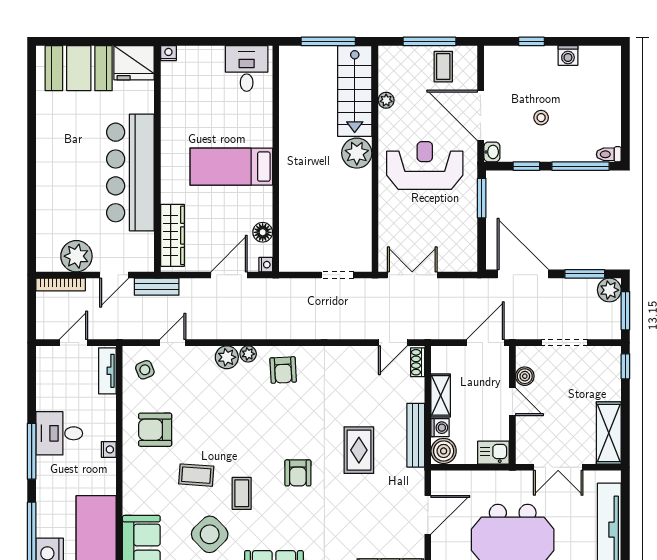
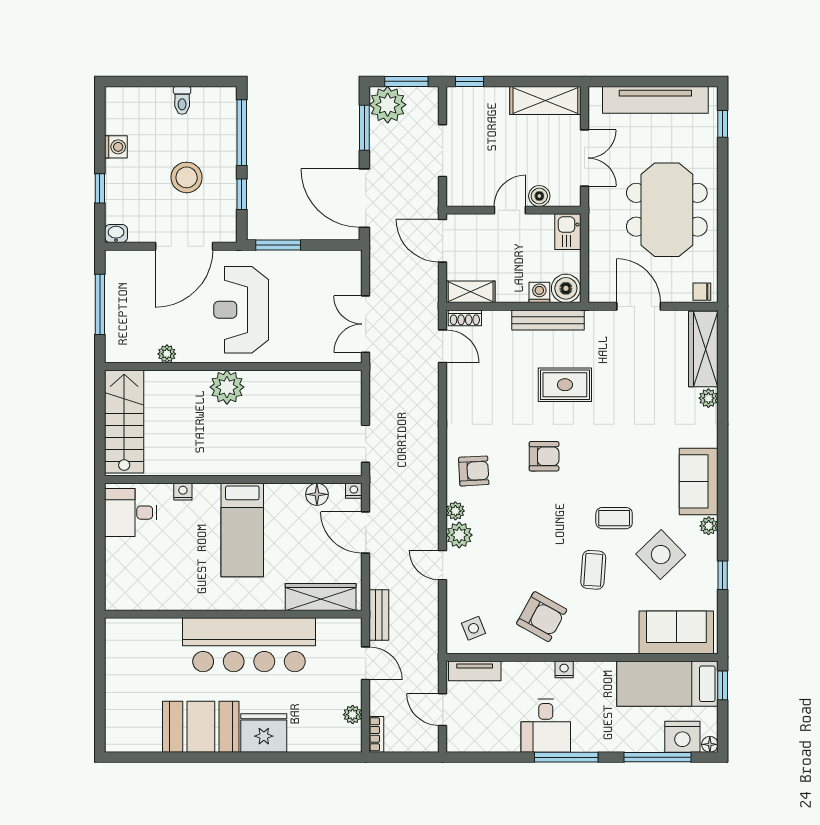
window: (328, 41) -> (100, 420), removed
nightstand: (168, 53) -> (183, 492), moved, turned 90
fridge: (134, 63) -> (264, 733), moved, turned -90
coffee table: (443, 67) -> (128, 289), removed
booth: (79, 68) -> (201, 727), moved, turned 90
stairs: (355, 91) -> (124, 422), moved, turned -90
stool: (541, 118) -> (187, 177), width x1.89, depth x1.89
washbasin: (492, 152) -> (116, 233), moved
toilet: (609, 154) -> (182, 100), moved
plant: (76, 256) -> (353, 715), width x0.53, depth x0.53
door: (523, 274) -> (364, 198), hinge flipped
doorway: (337, 275) -> (366, 444), moved
bookcase: (61, 284) -> (376, 734), width x0.64
plant: (609, 290) -> (388, 105), width x1.36, depth x1.36
door: (173, 343) -> (443, 565), moved
boiler: (525, 376) -> (539, 196), moved
shelving: (441, 395) -> (471, 292), moved
armchair: (155, 430) -> (542, 617), turned -61
armchair: (298, 473) -> (544, 456), moved

